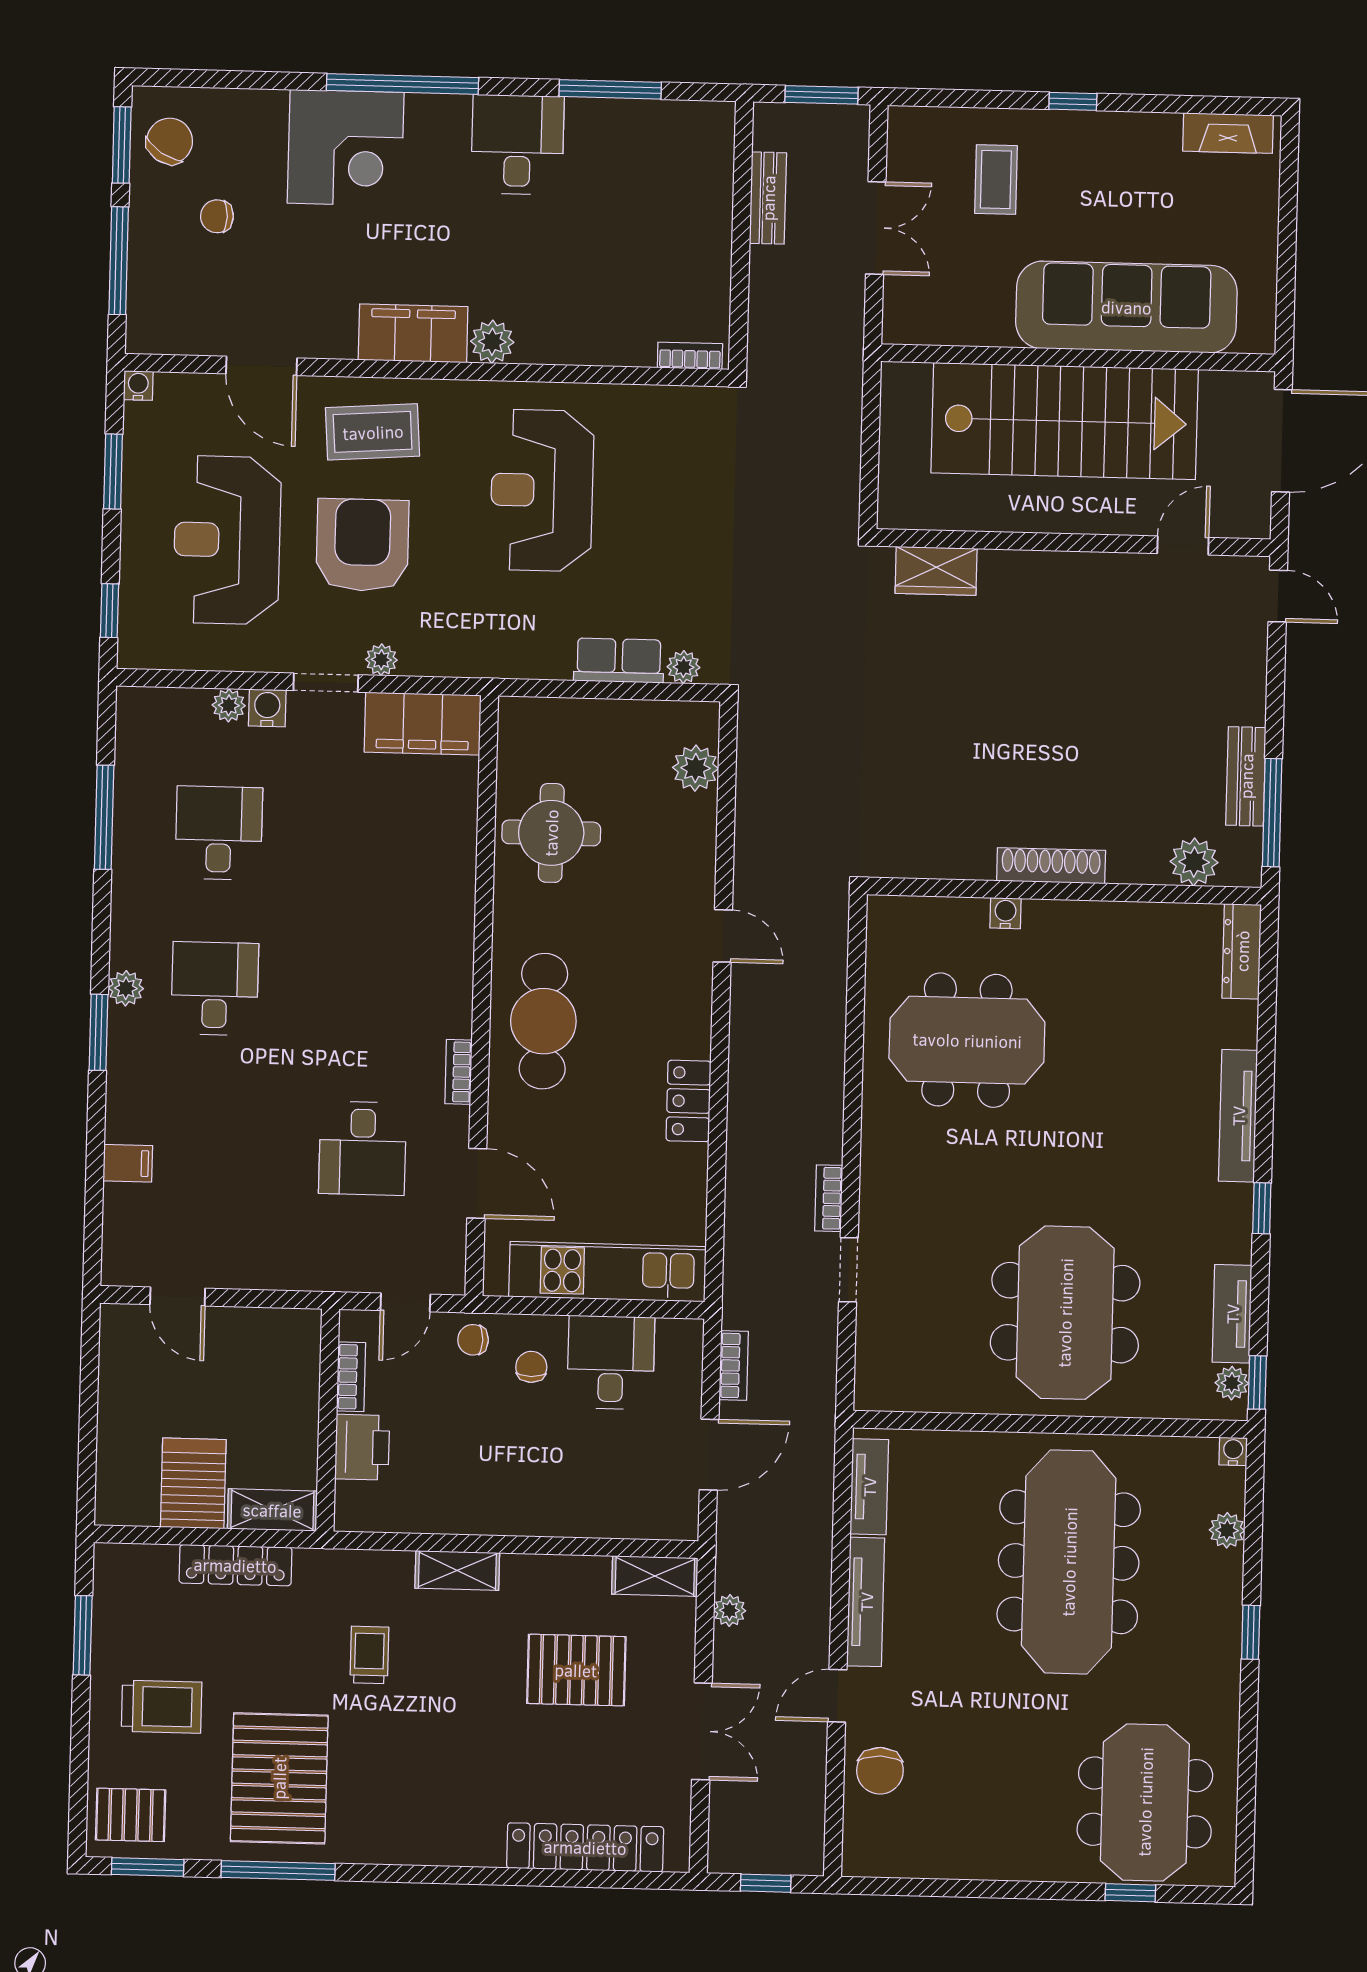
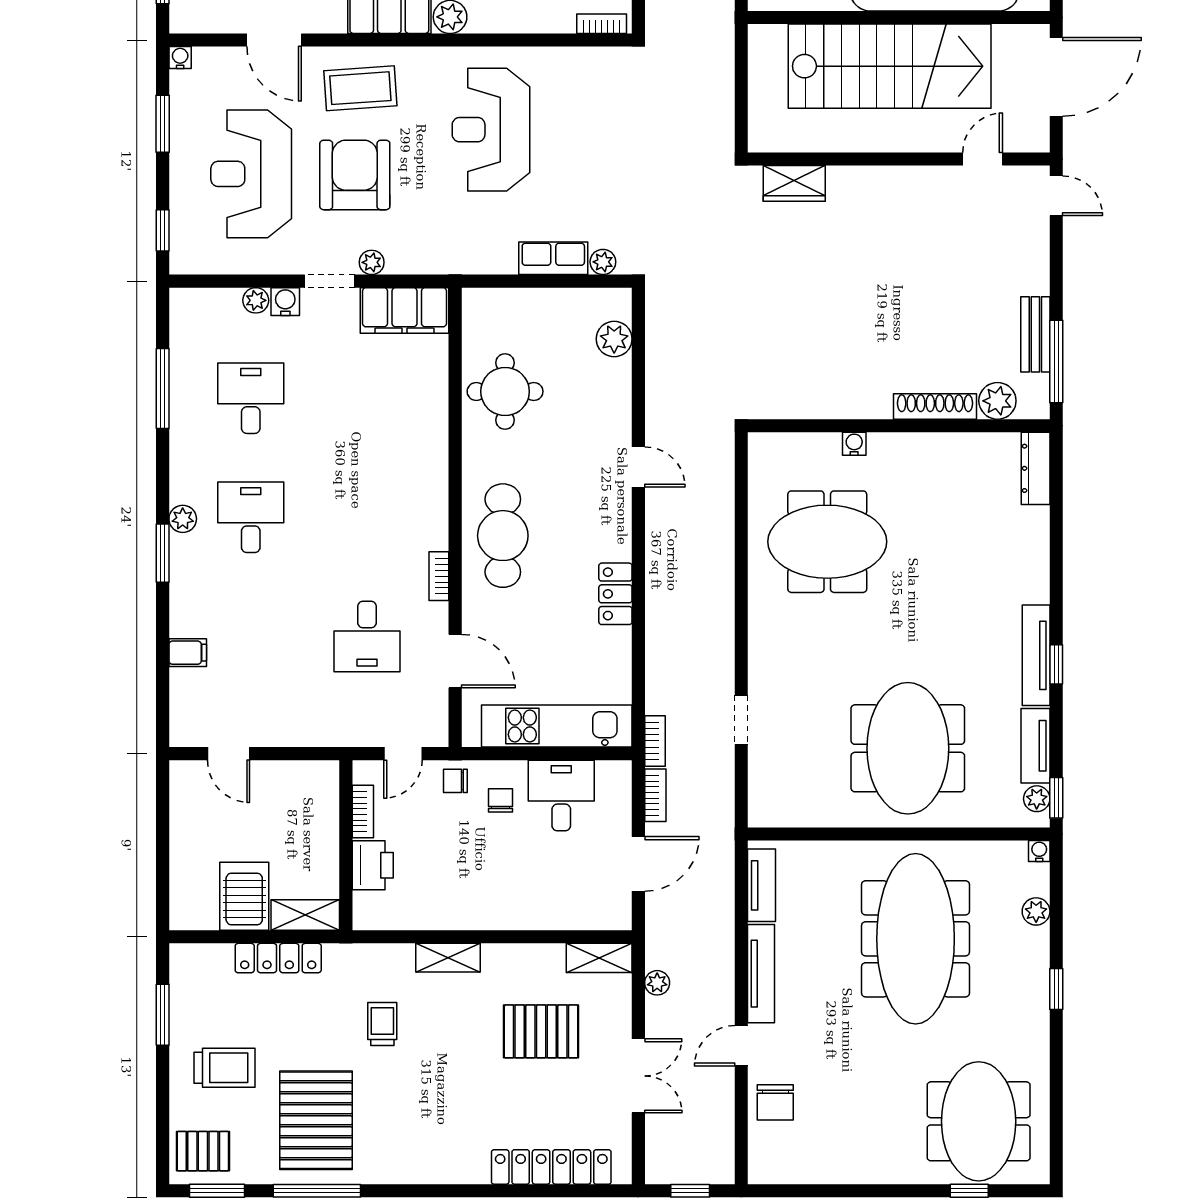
shoe rack: (1051, 866) -> (935, 407), moved
tv unit: (1238, 1116) -> (1036, 655), moved
bookcase: (829, 1198) -> (655, 741), moved, turned 180

